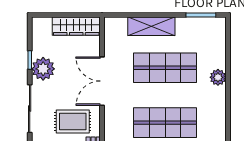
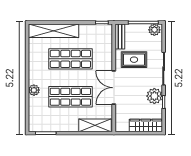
wardrobe: (76, 26) -> (146, 125), moved
shelving: (151, 26) -> (95, 125), moved
double door: (102, 81) -> (114, 88), swing flipped

